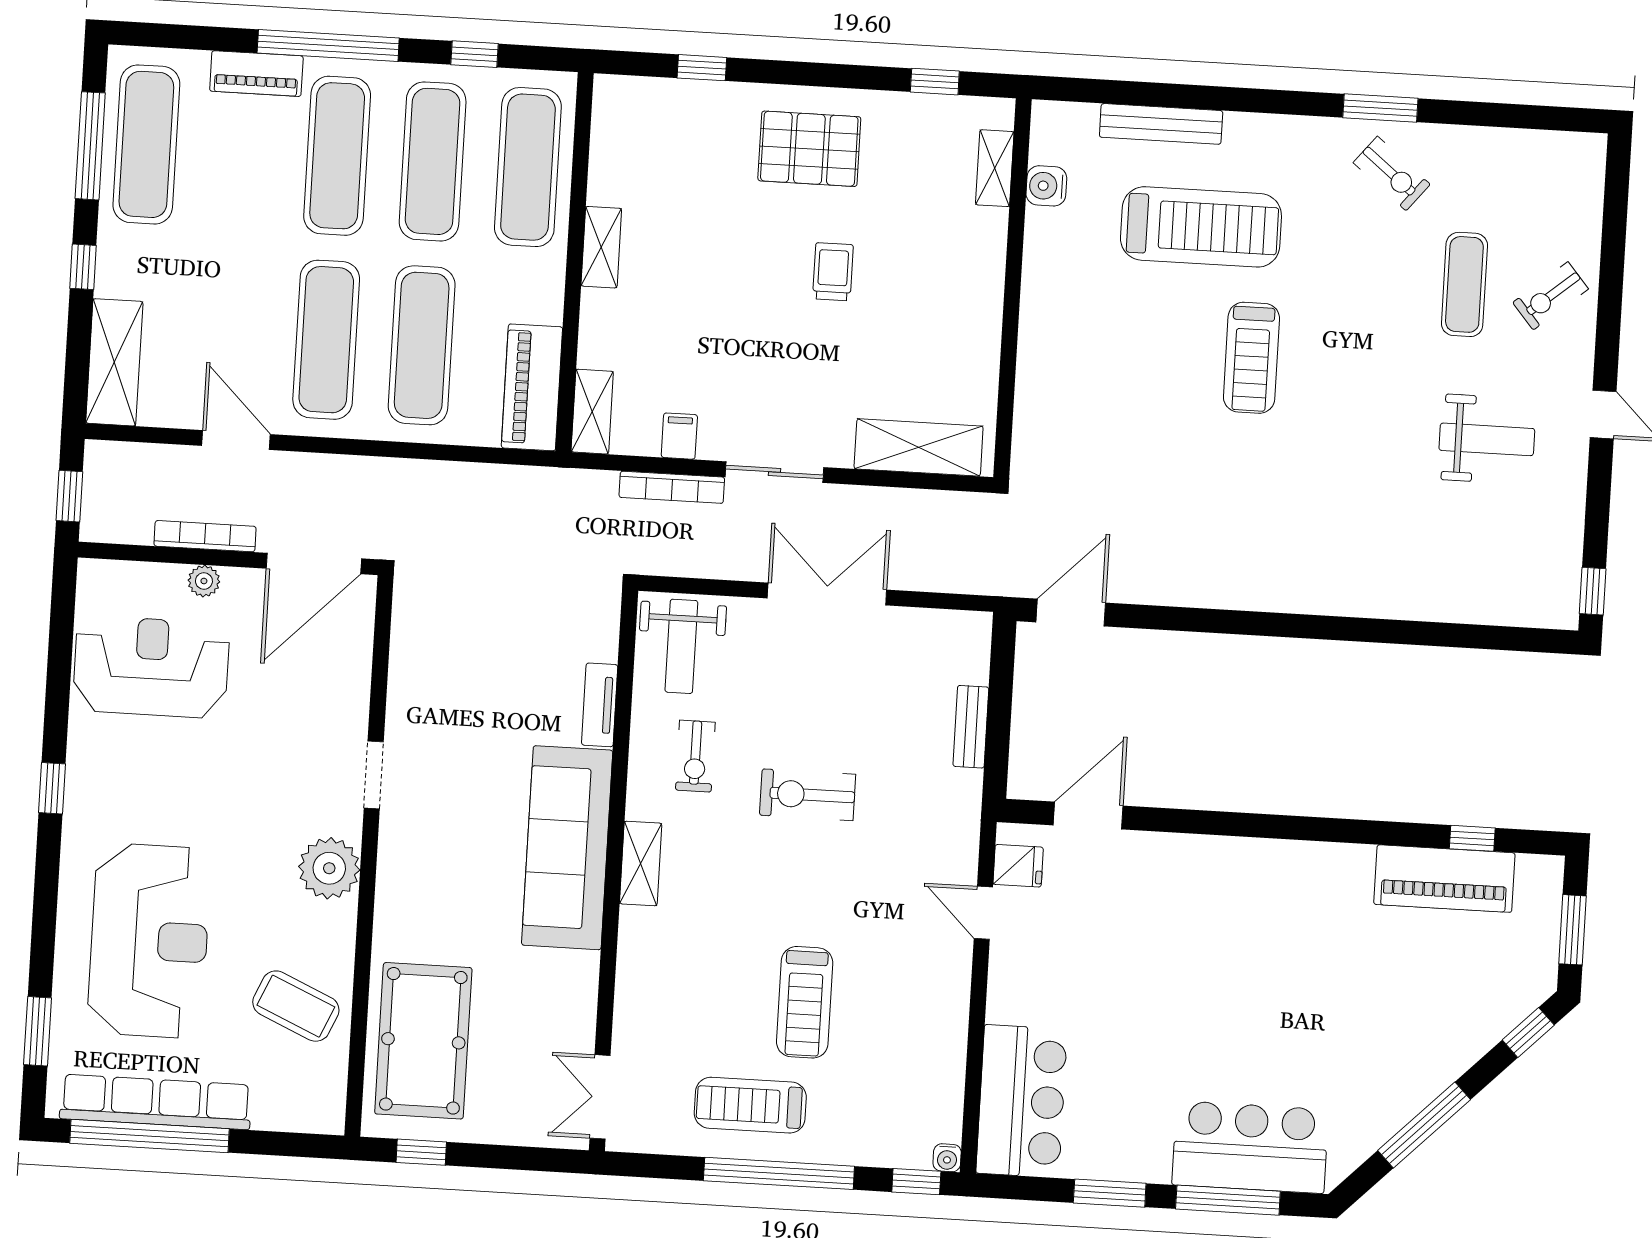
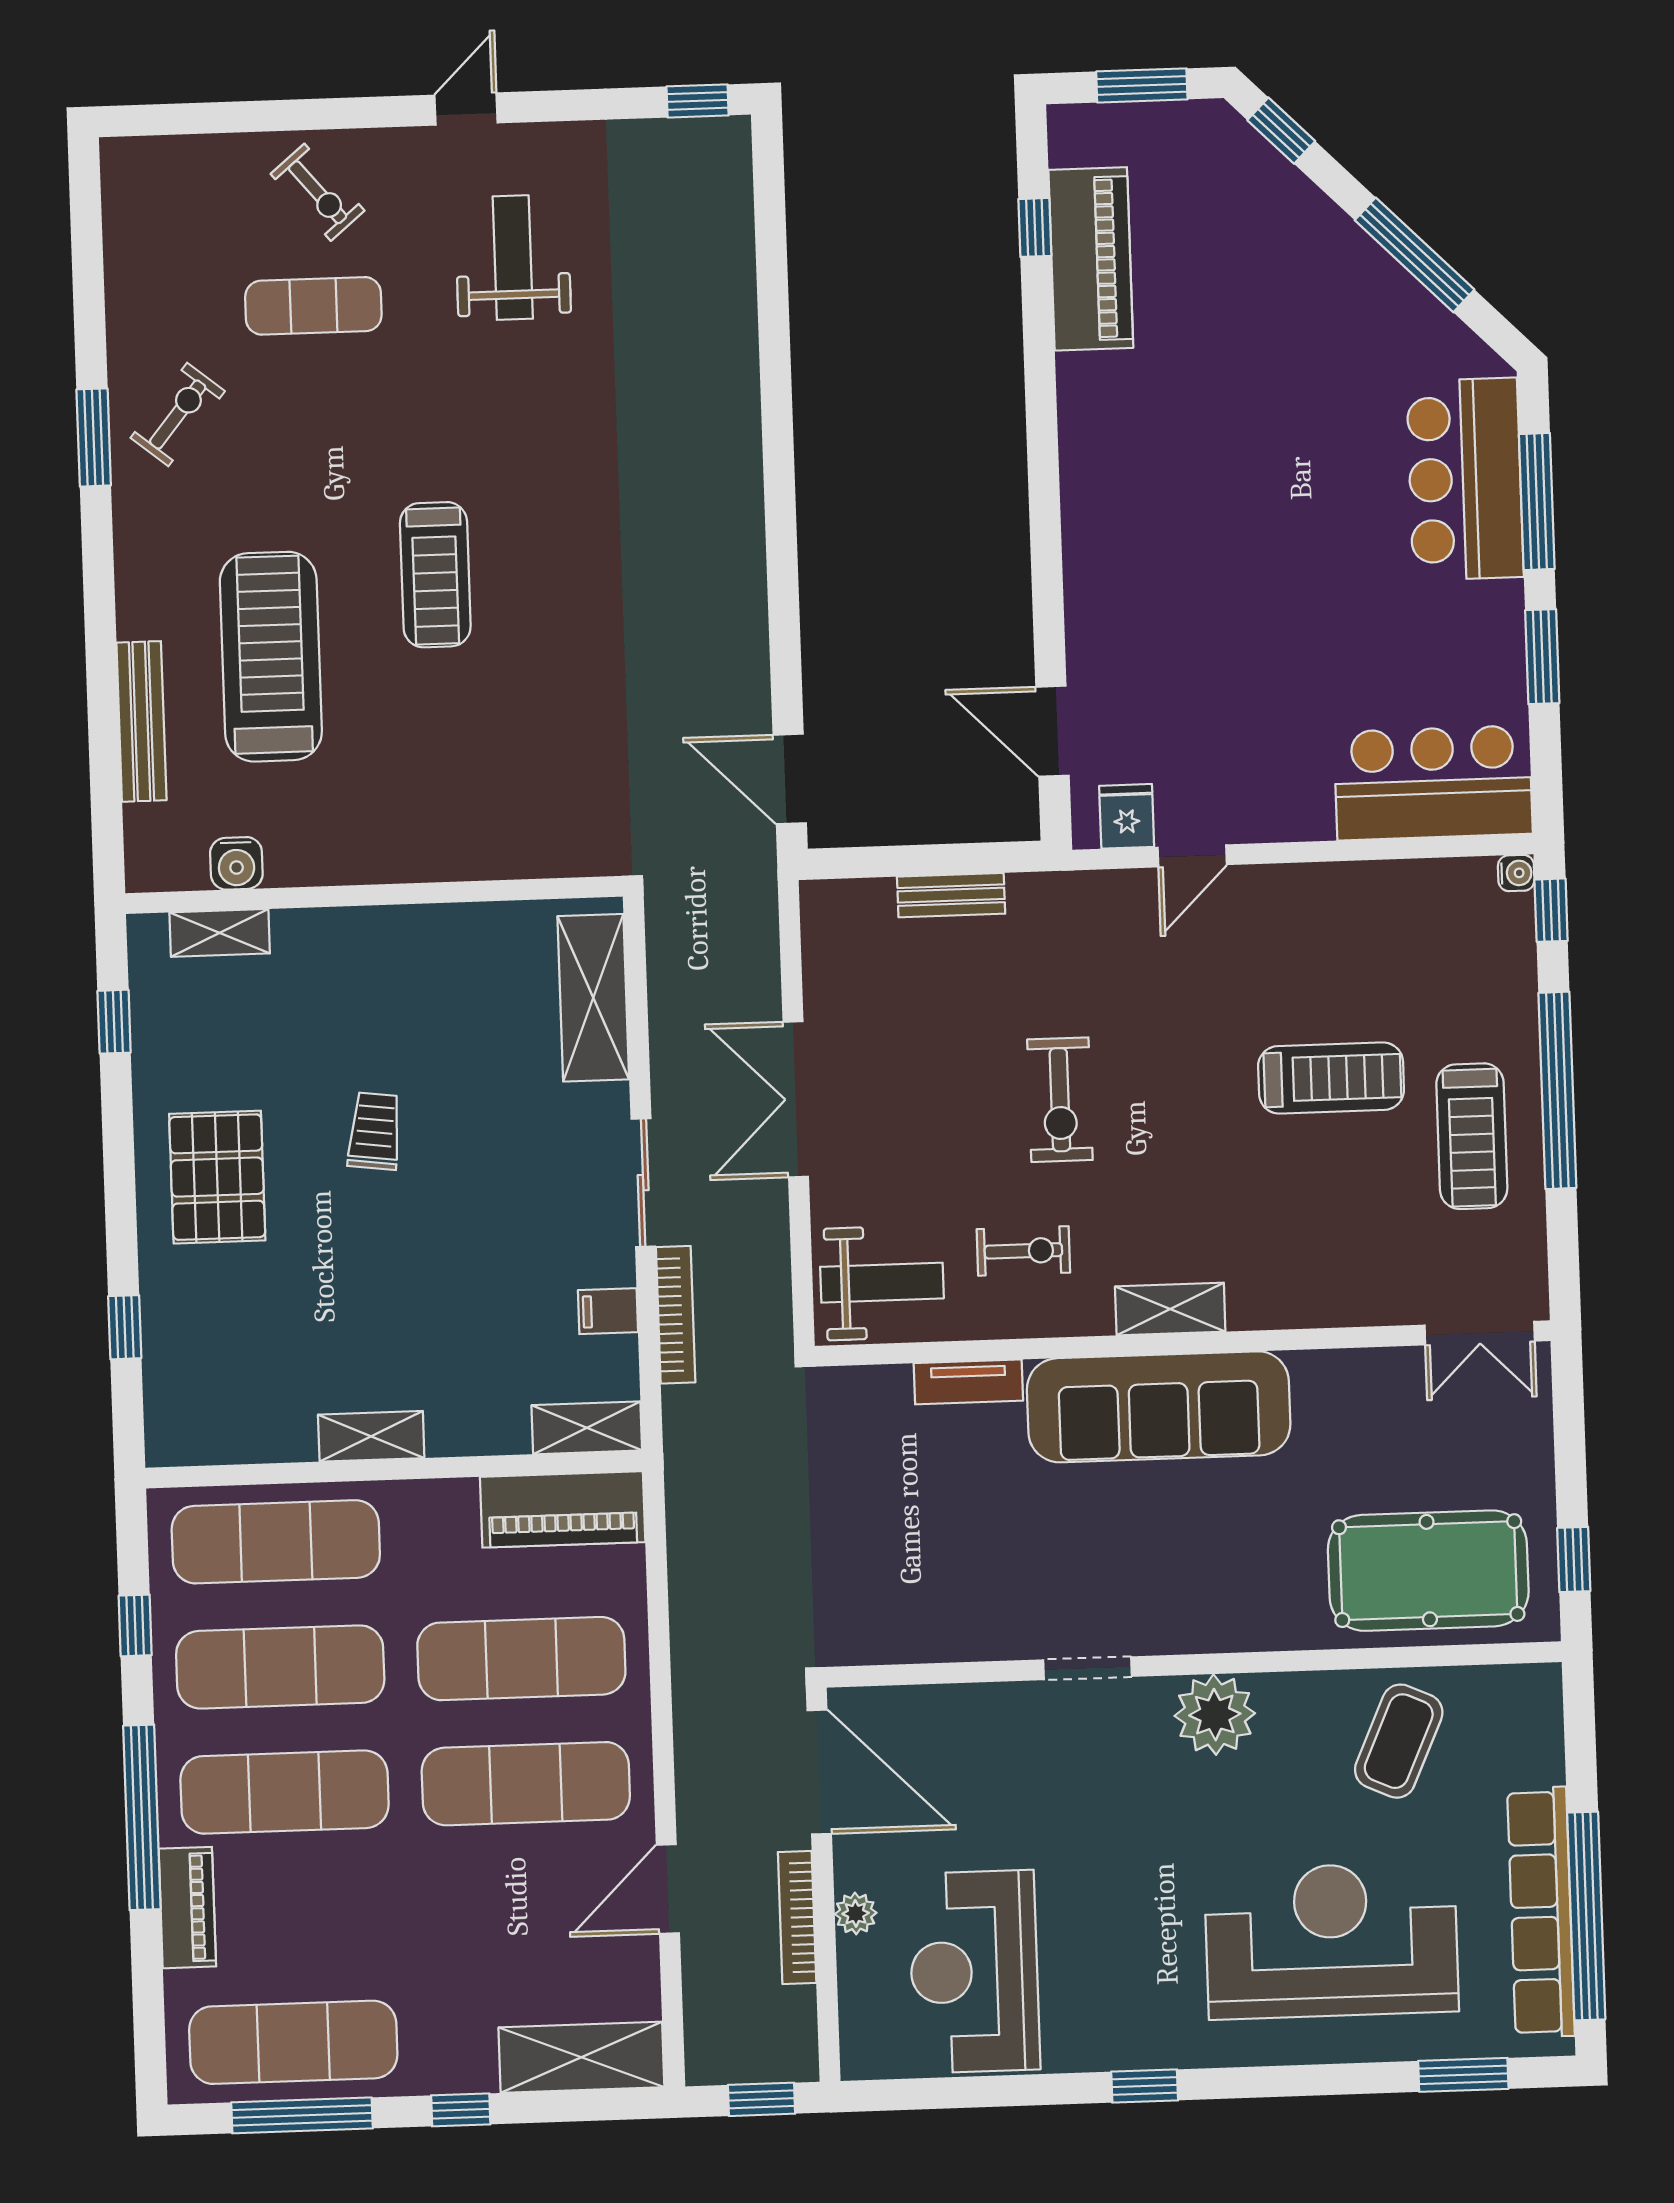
trolley: (833, 272) -> (375, 1131), turned 97
treadmill: (1251, 358) -> (435, 575), turned 90

